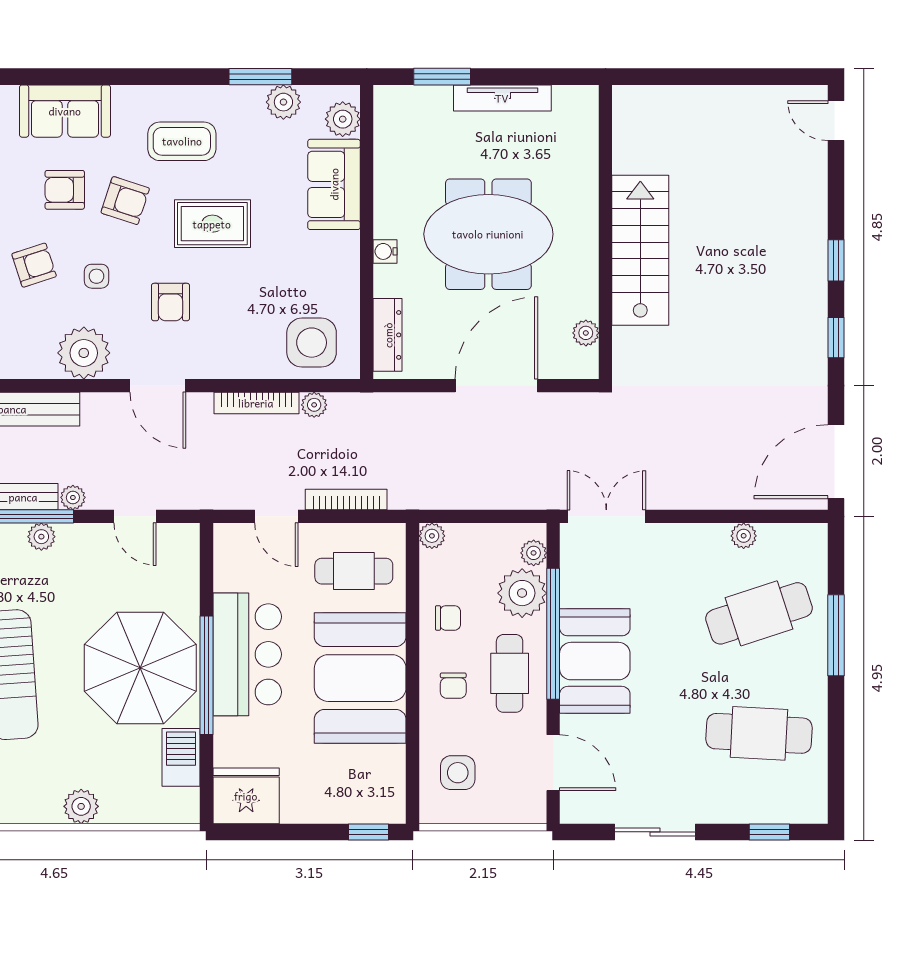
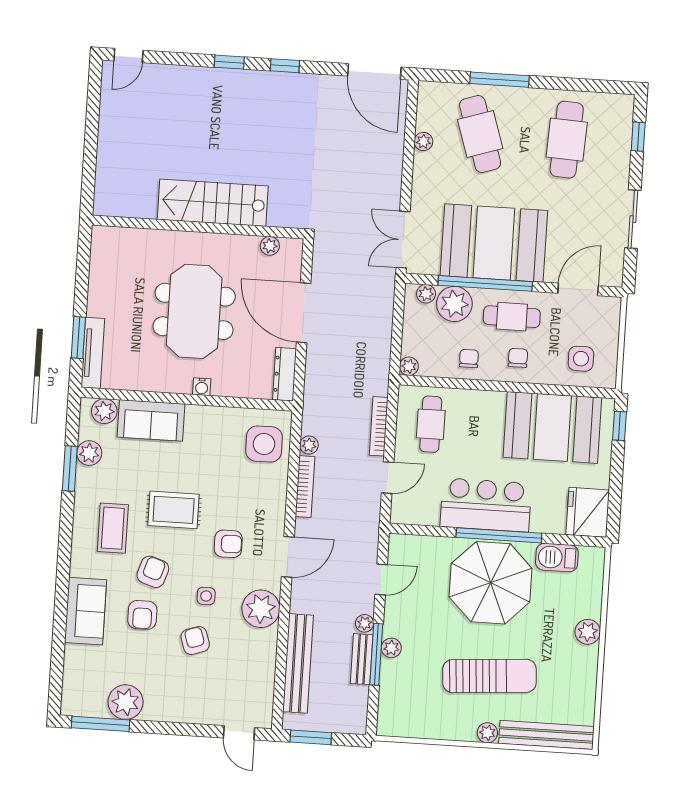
tv unit: (502, 98) -> (93, 353), moved
rug: (212, 224) -> (174, 510), turned 90
dresser: (388, 335) -> (285, 374), moved, turned -90
booth: (595, 661) -> (494, 243), width x1.36, depth x1.42
booth: (360, 678) -> (552, 427), moved
chair: (453, 686) -> (518, 358), turned -90

